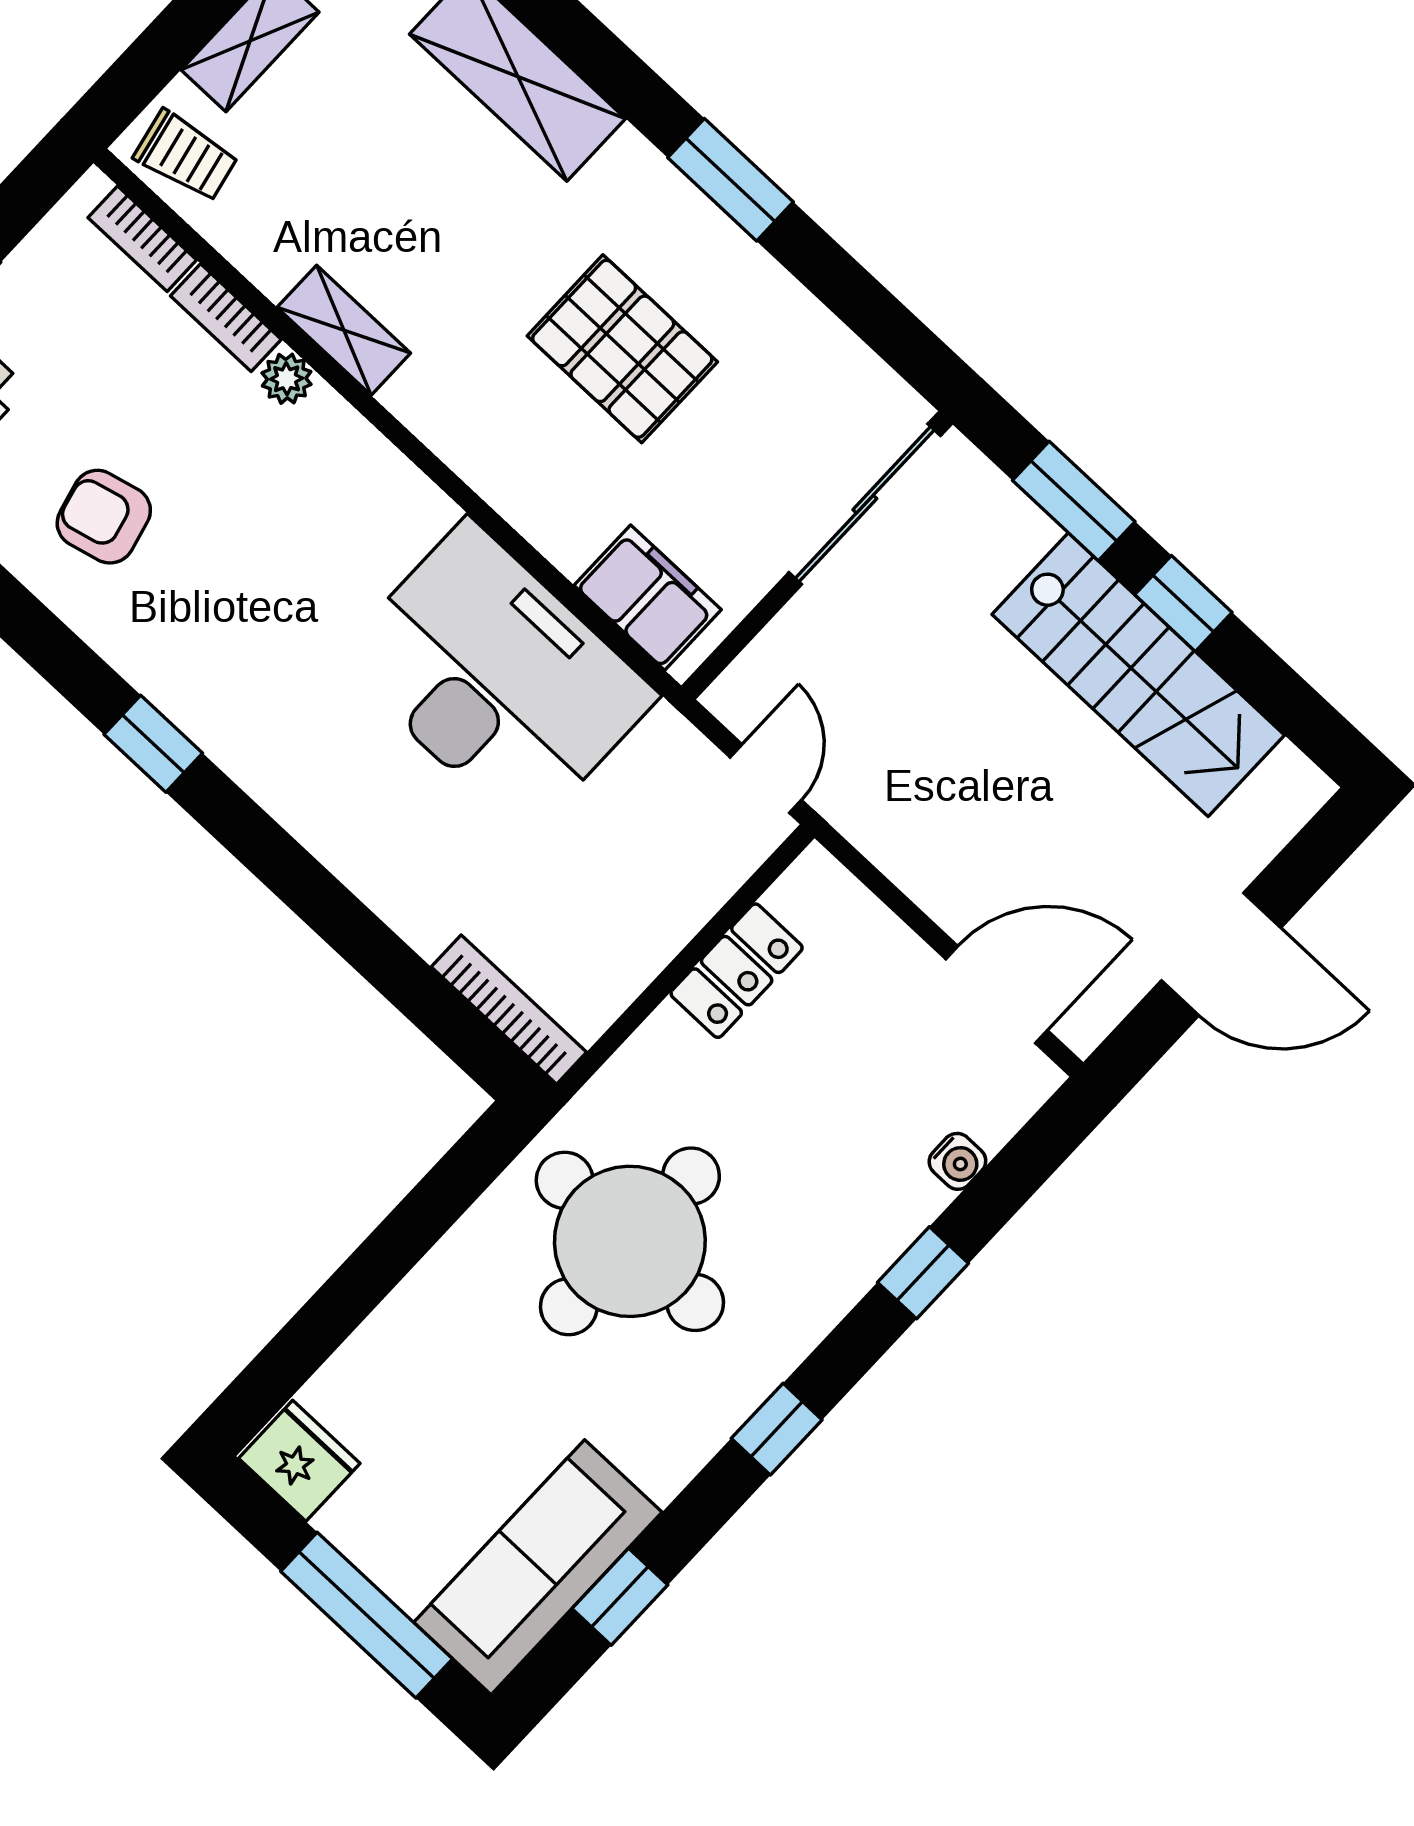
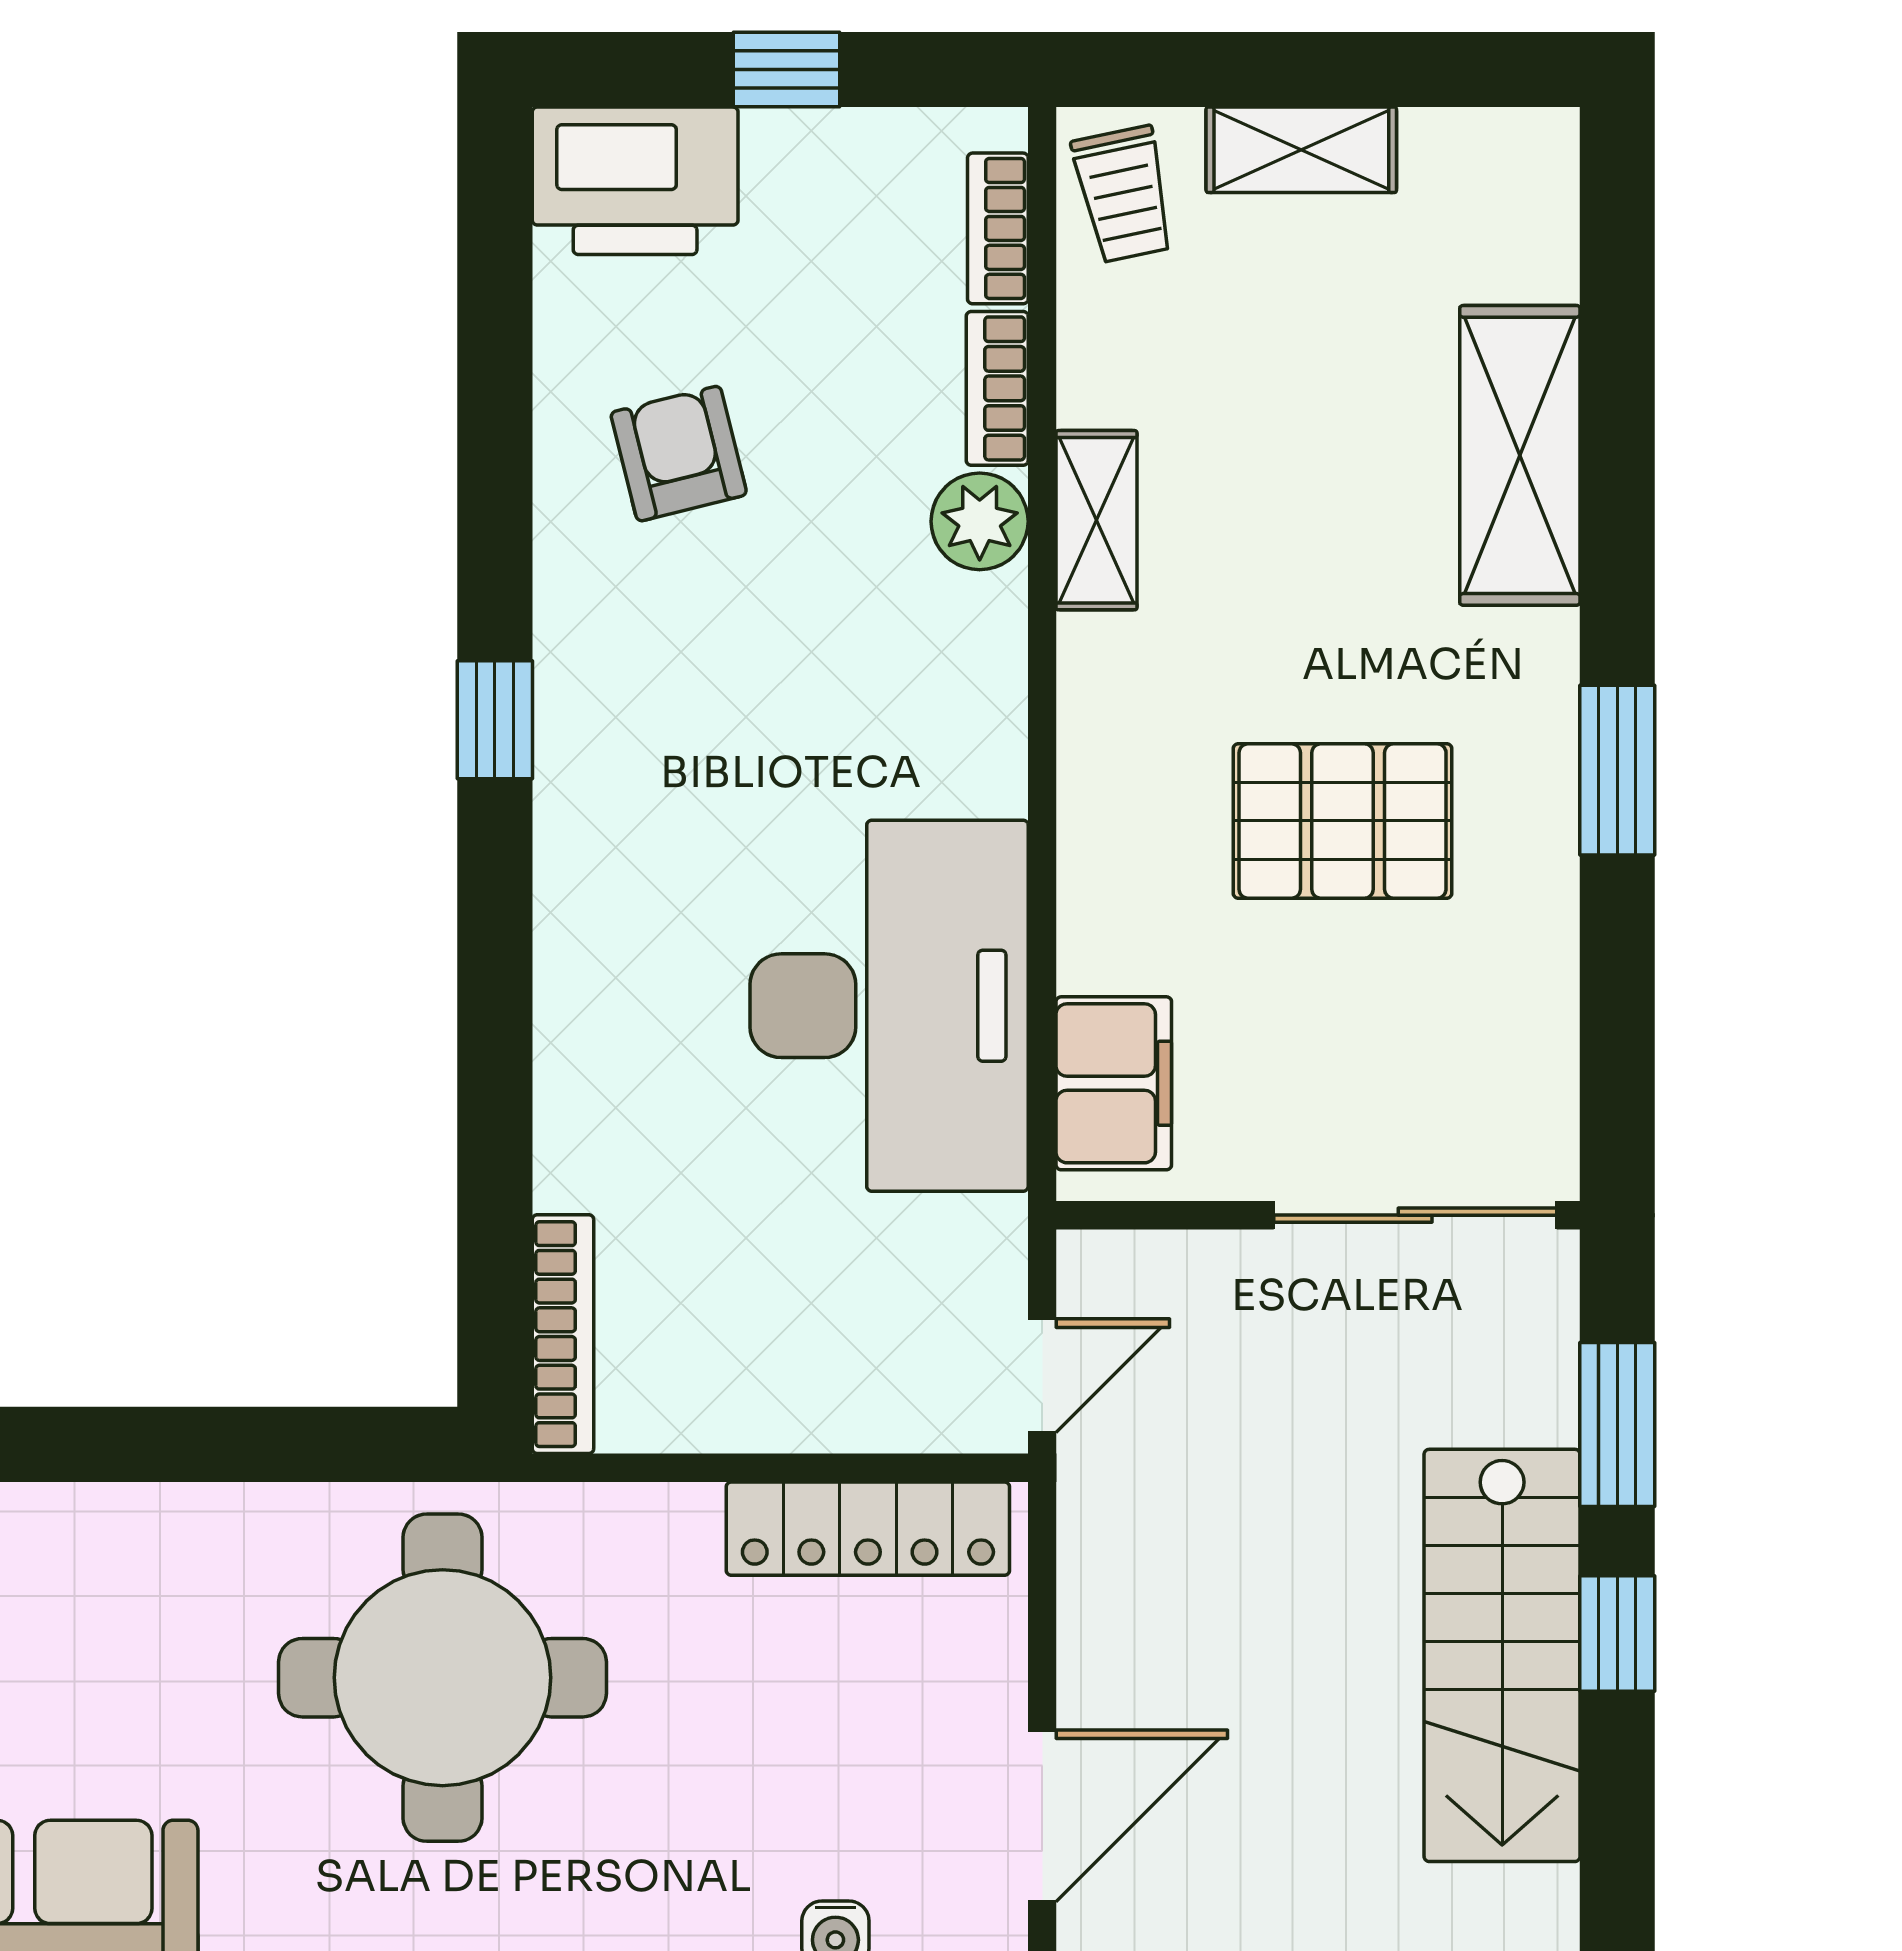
pallet: (622, 349) -> (1343, 821), turned 90
plant: (287, 379) -> (980, 521), width x1.38, depth x1.38
locker: (737, 971) -> (868, 1529), width x1.53
door: (997, 995) -> (1042, 1816), hinge flipped

